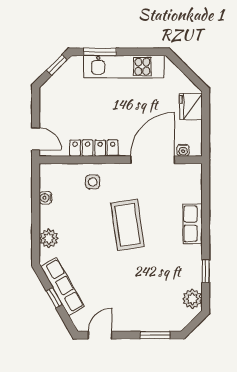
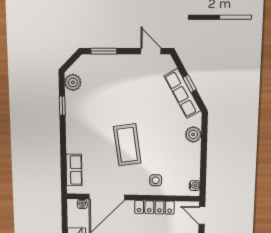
water cooler: (46, 198) -> (195, 186), moved
row of seats: (193, 224) -> (74, 170), moved
door: (100, 335) -> (151, 51), swing flipped

